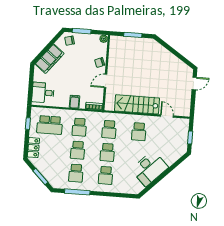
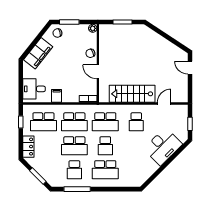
door: (106, 81) -> (98, 72), hinge flipped
door: (194, 83) -> (190, 68), swing flipped
filing cabinet: (75, 102) -> (57, 96), moved
door: (167, 116) -> (164, 103), hinge flipped
school desk: (79, 127) -> (74, 122), width x1.85
school desk: (109, 129) -> (105, 122), width x1.85
school desk: (78, 150) -> (74, 146), width x1.85
desk: (150, 168) -> (163, 146), moved
school desk: (106, 175) -> (105, 170), width x1.85

